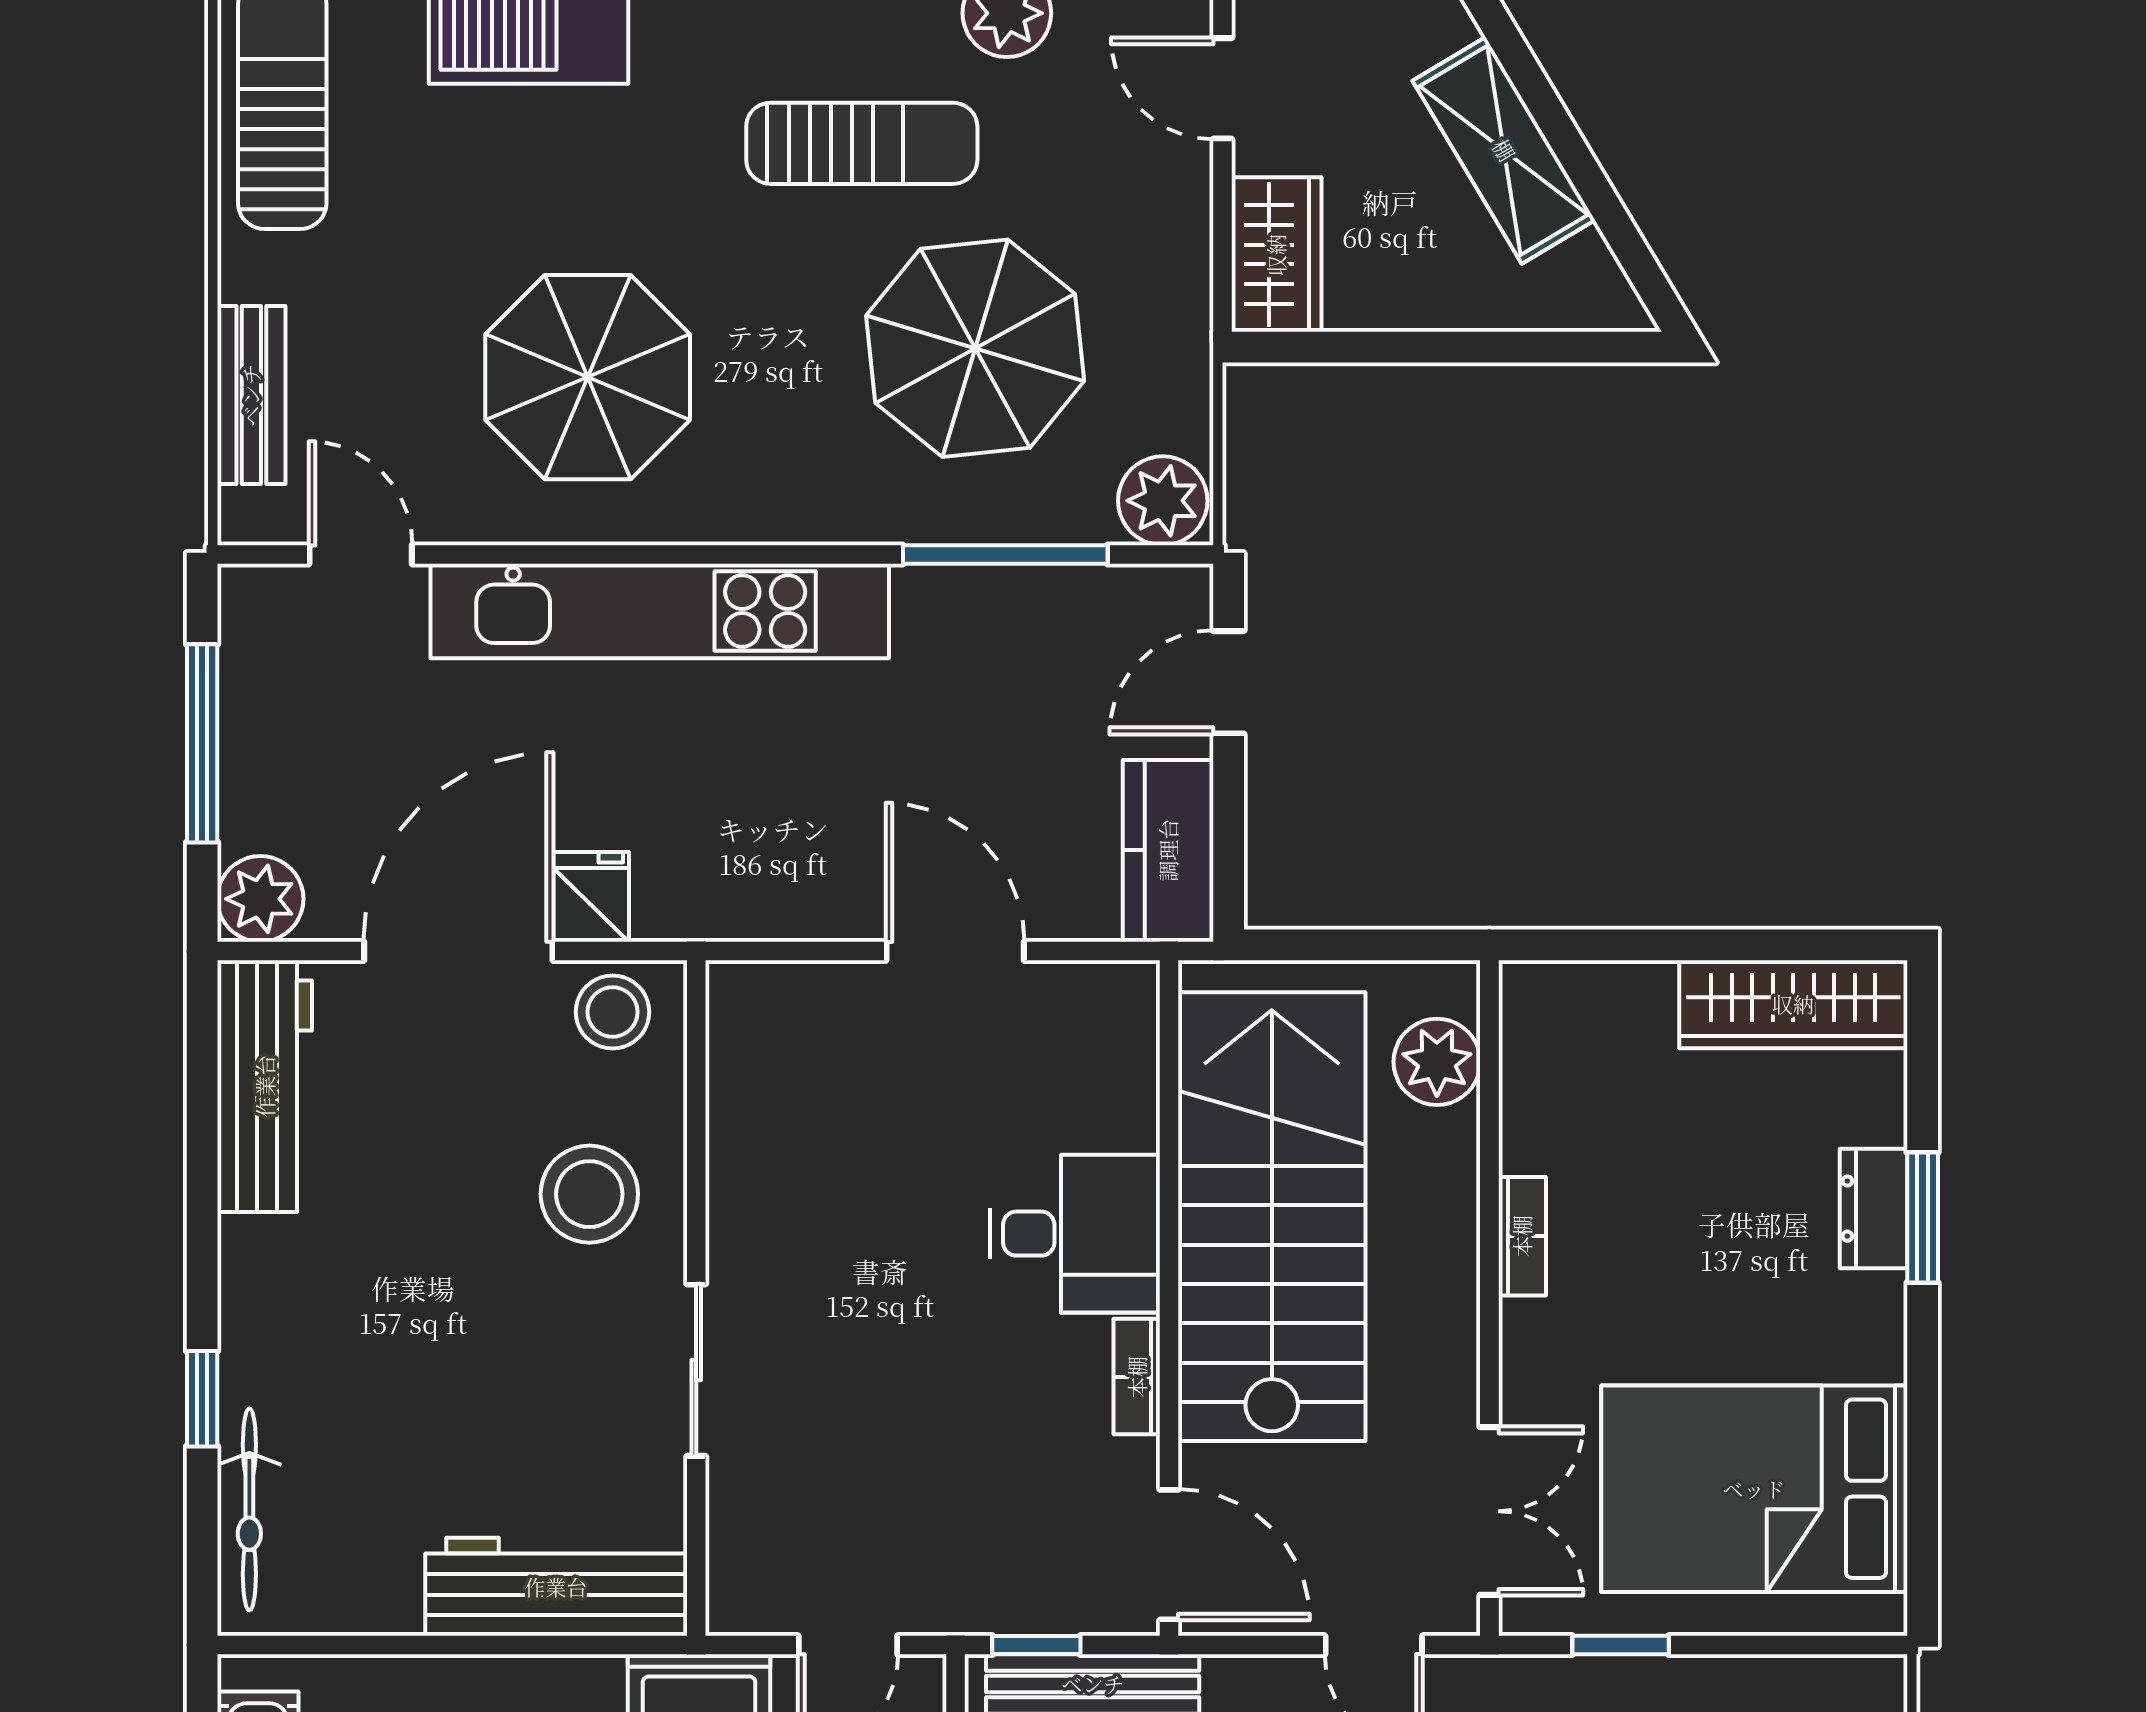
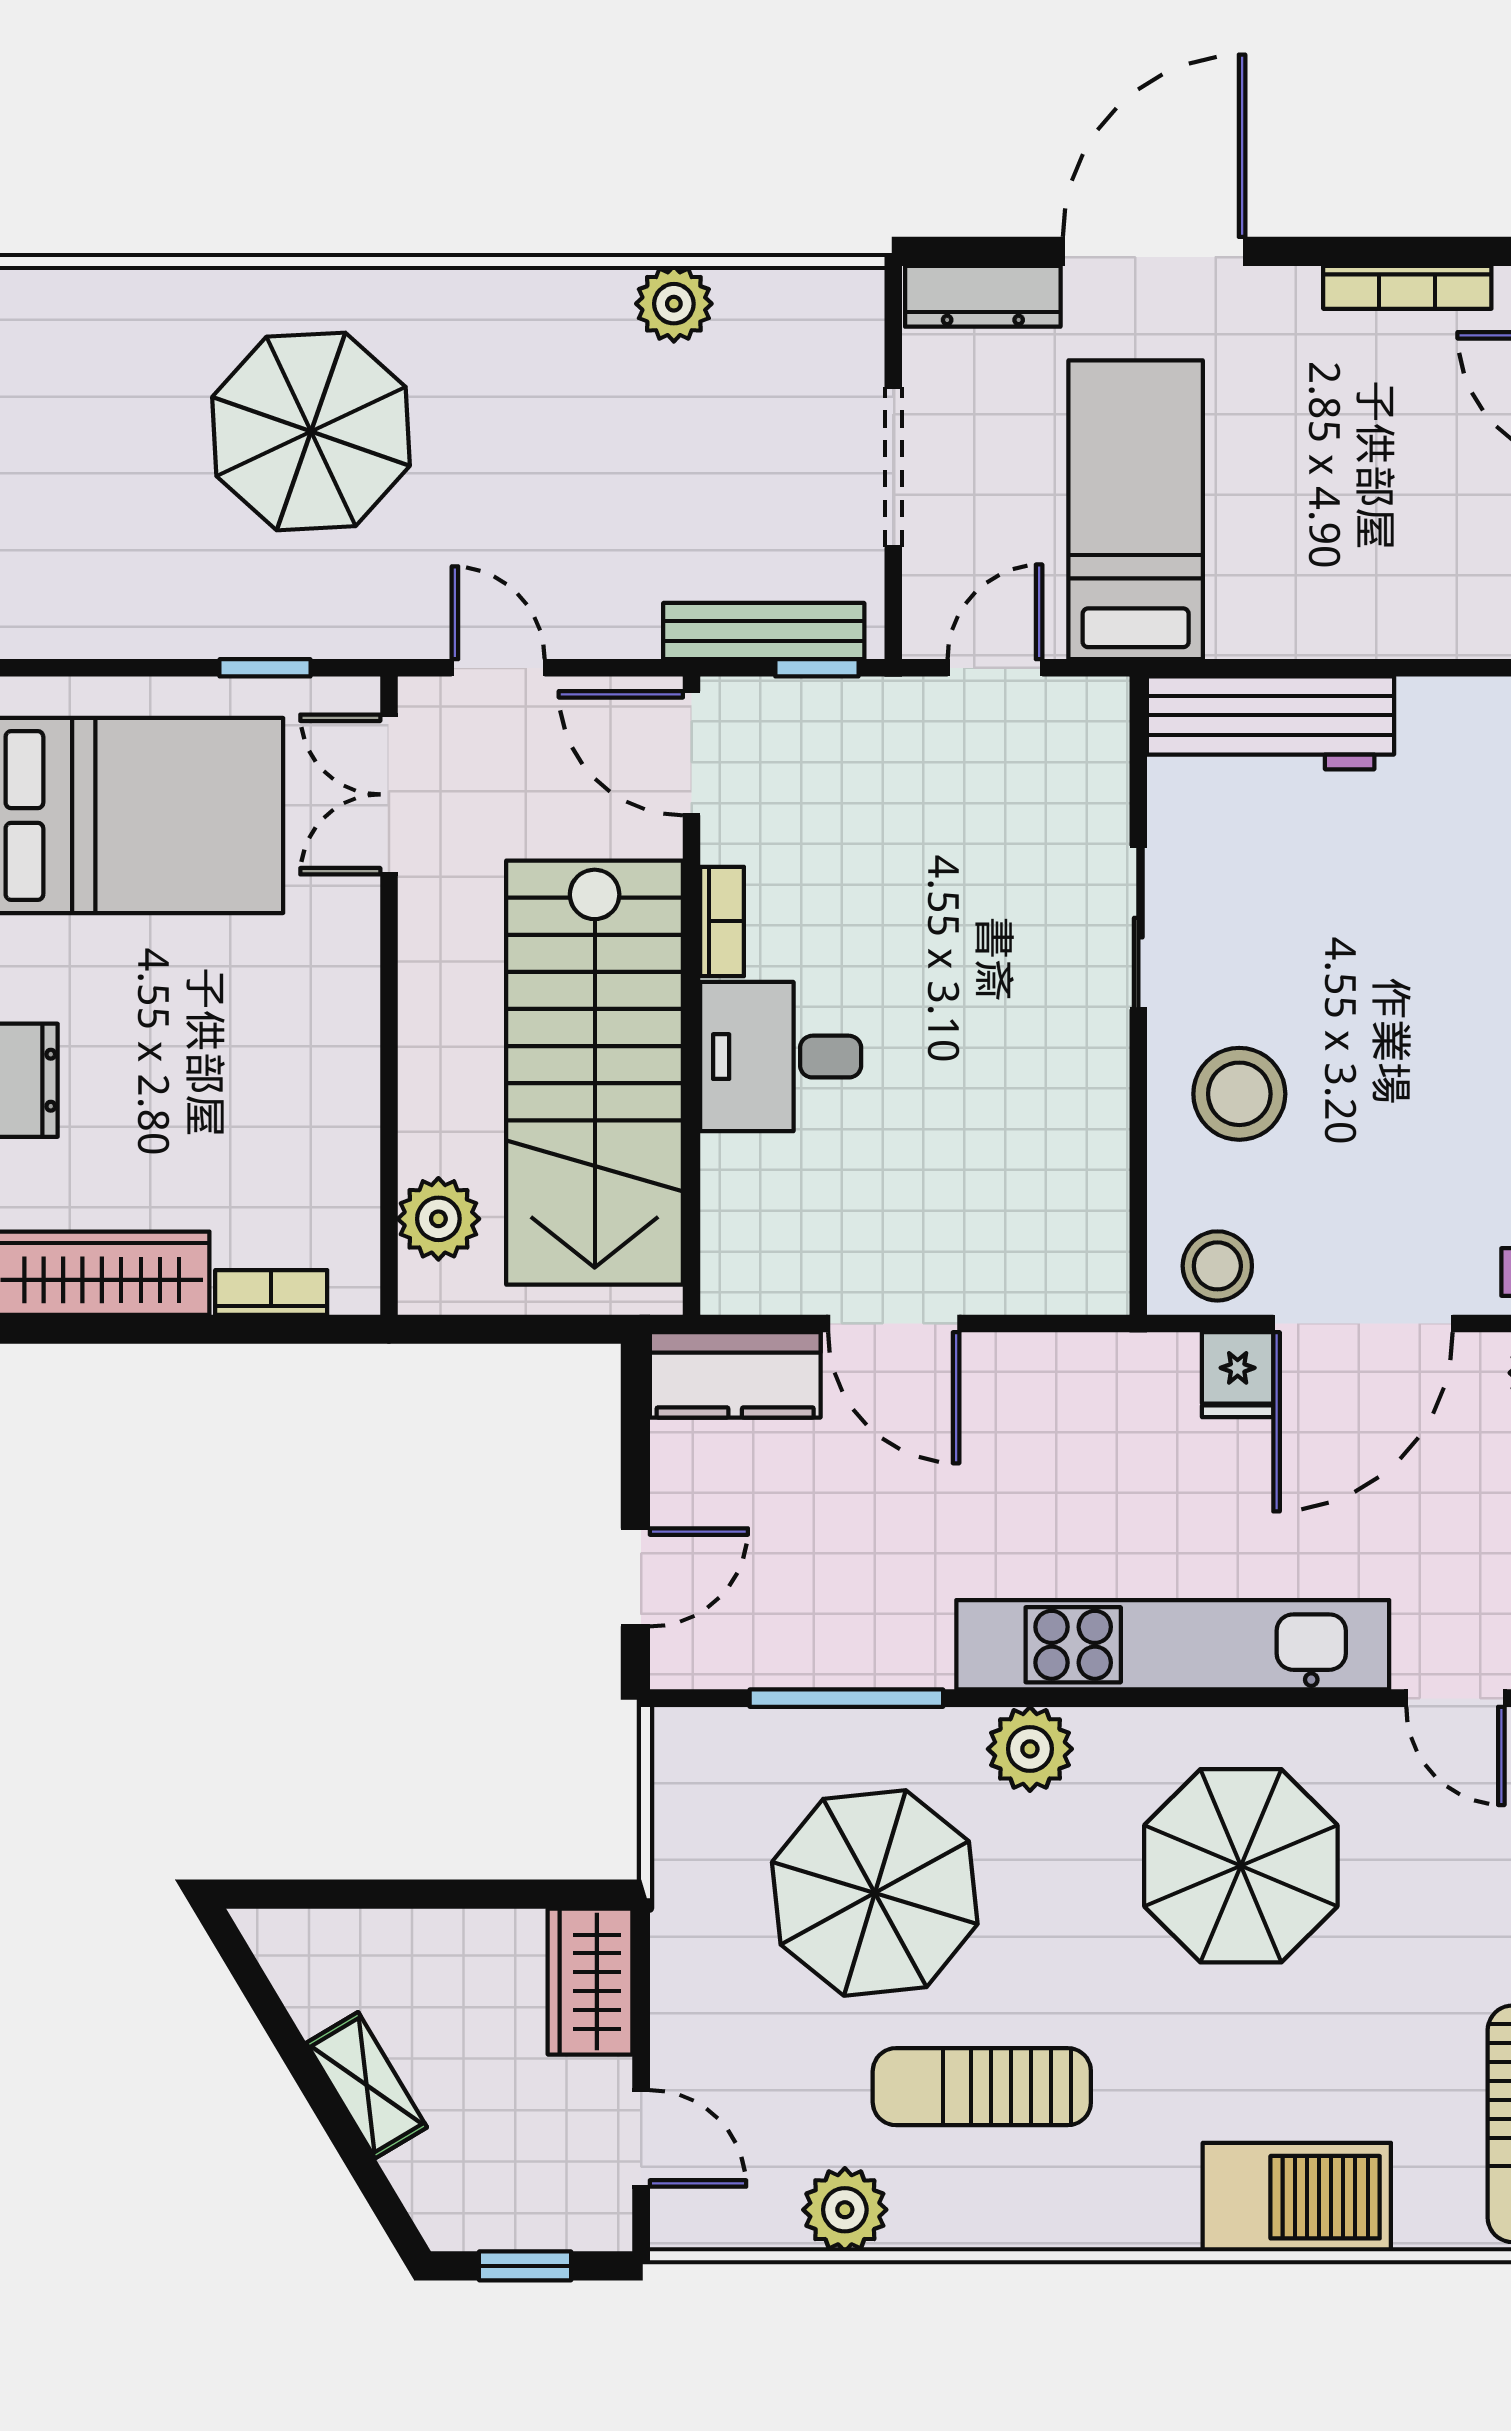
shelving: (1504, 150) -> (367, 2085), width x0.67, depth x0.75
plant: (1163, 501) -> (1030, 1749), moved
kitchen counter: (1168, 850) -> (735, 1375), moved, turned 90
bookcase: (1522, 1236) -> (271, 1292), moved, turned 90

